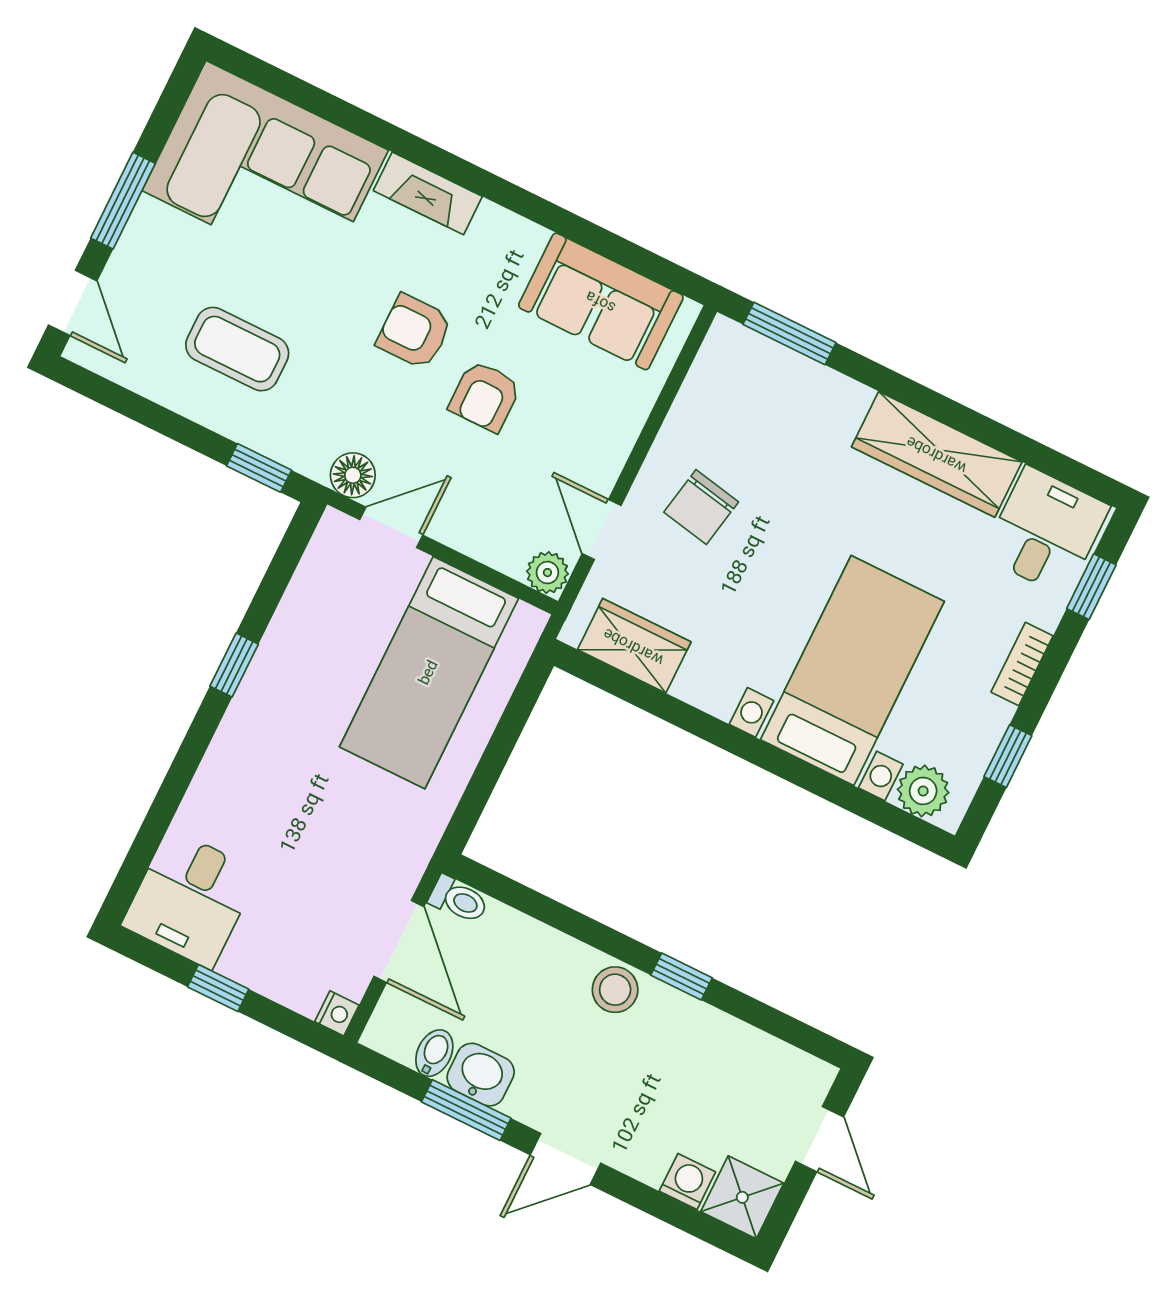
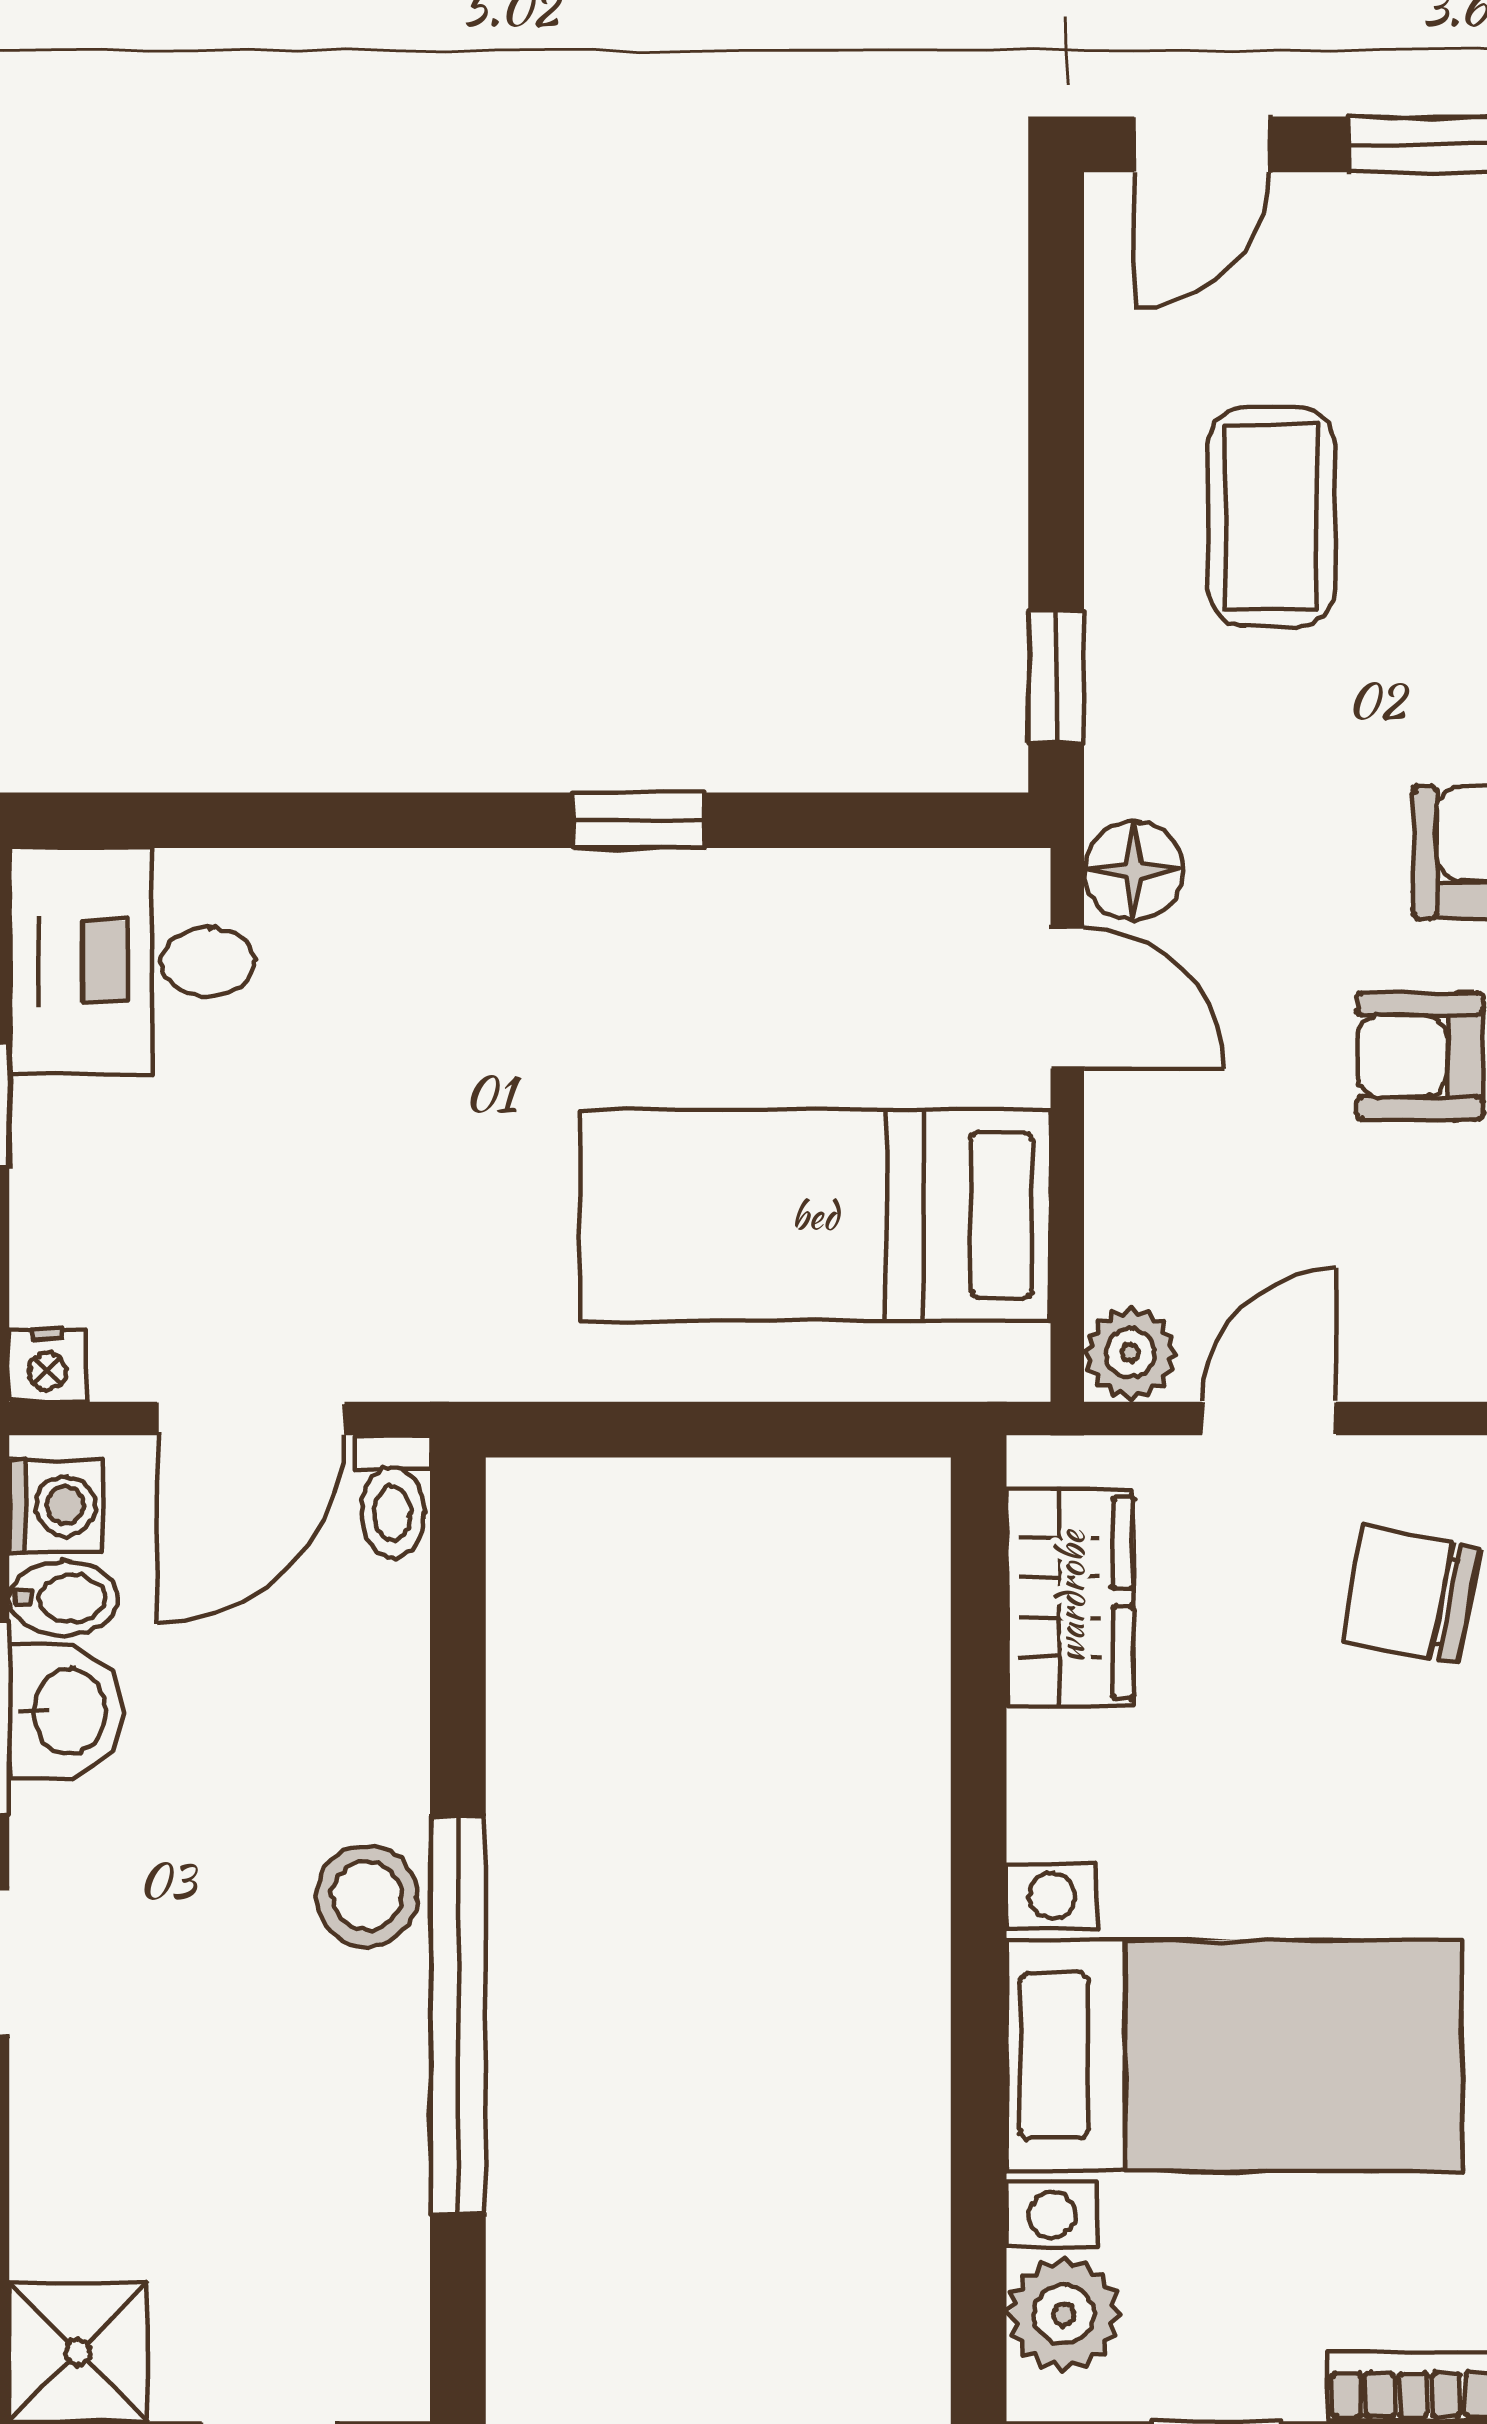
window: (681, 977) -> (458, 2015), width x3.17
washing machine: (687, 1182) -> (56, 1506), moved

